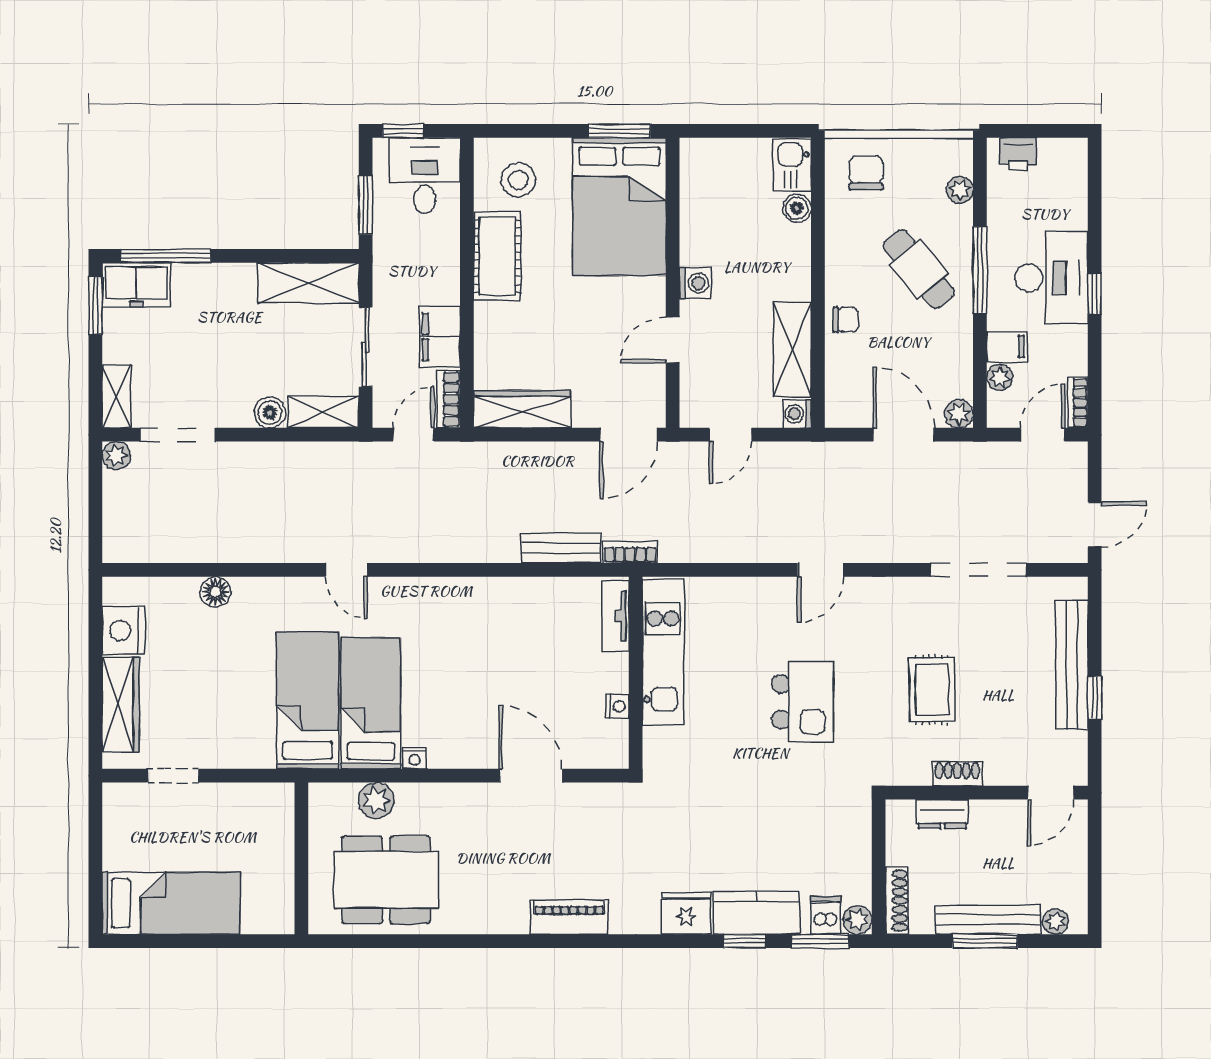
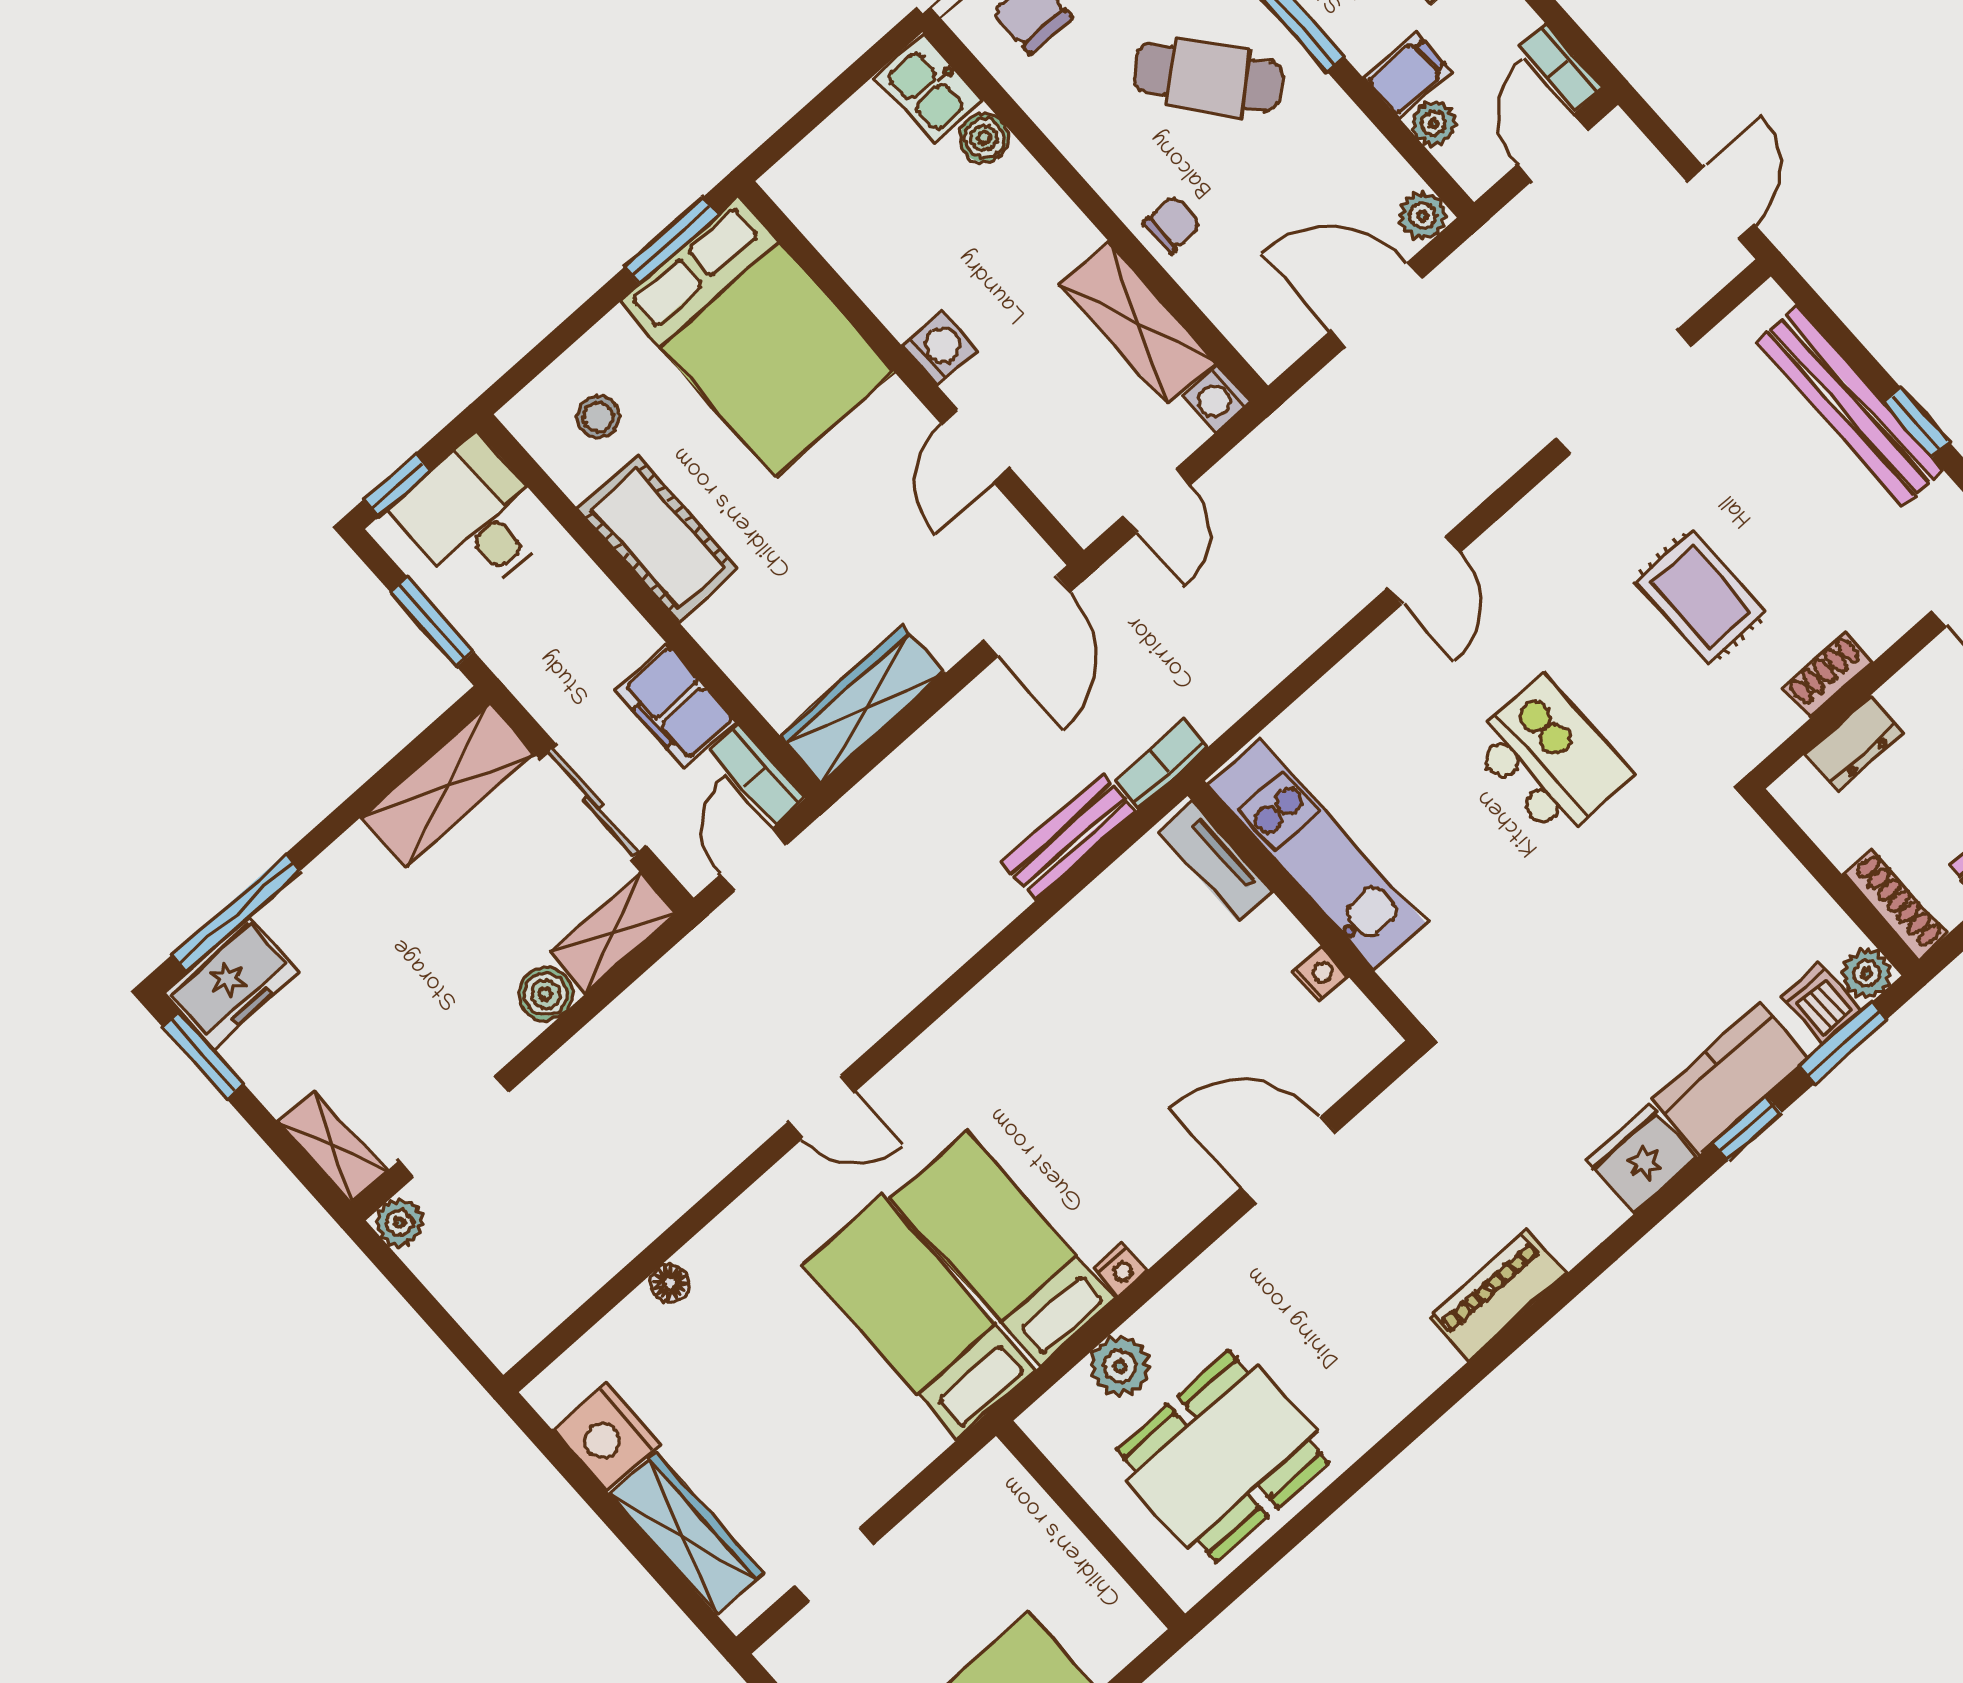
stool: (518, 180) -> (598, 417), width x0.73, depth x0.73
floor lamp: (215, 592) -> (670, 1283), width x0.73, depth x0.73

